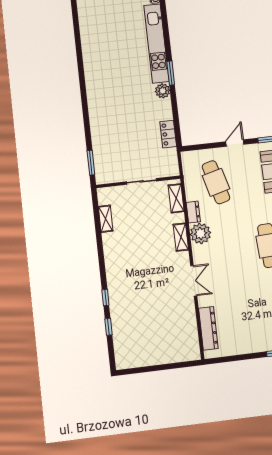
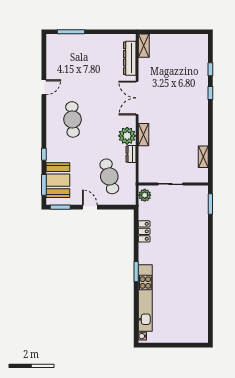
plant: (163, 91) -> (145, 195), moved
locker: (168, 134) -> (144, 231), moved
door: (235, 143) -> (90, 207), swing flipped
shelving: (176, 198) -> (144, 46), moved
double door: (194, 281) -> (137, 98), width x1.37

